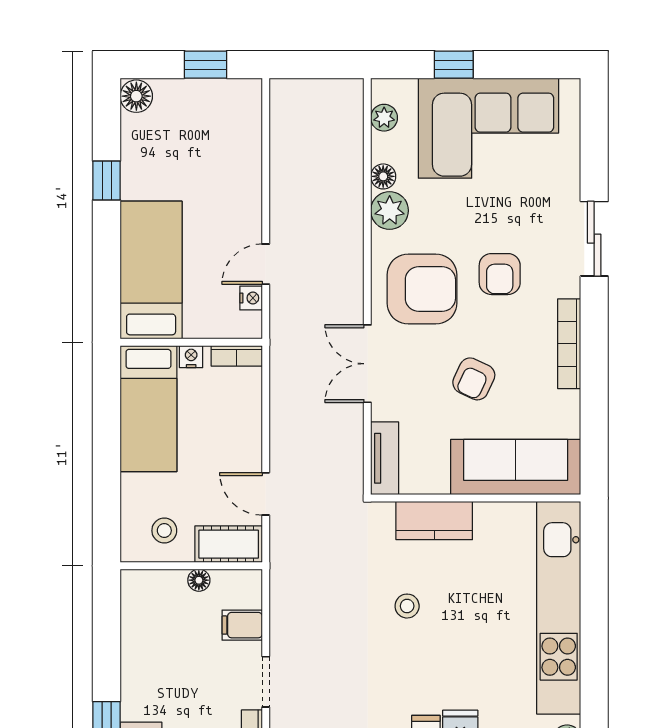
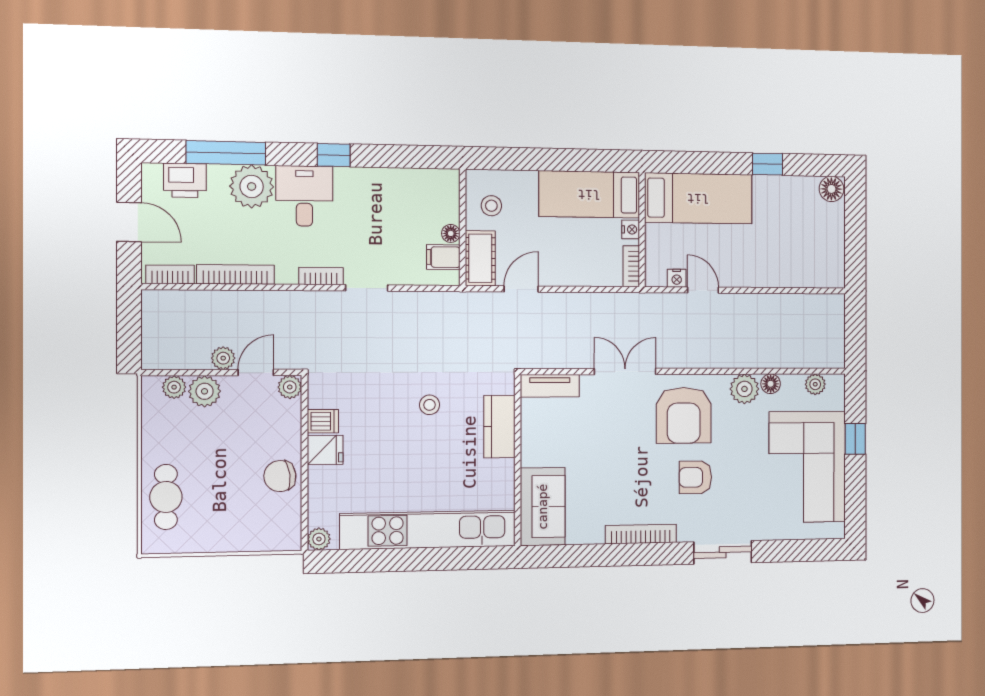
window: (206, 65) -> (855, 244), removed
armchair: (474, 379) -> (613, 458), removed
sofa: (516, 467) -> (543, 507), width x0.73
filing cabinet: (242, 625) -> (443, 257), moved, turned -90

